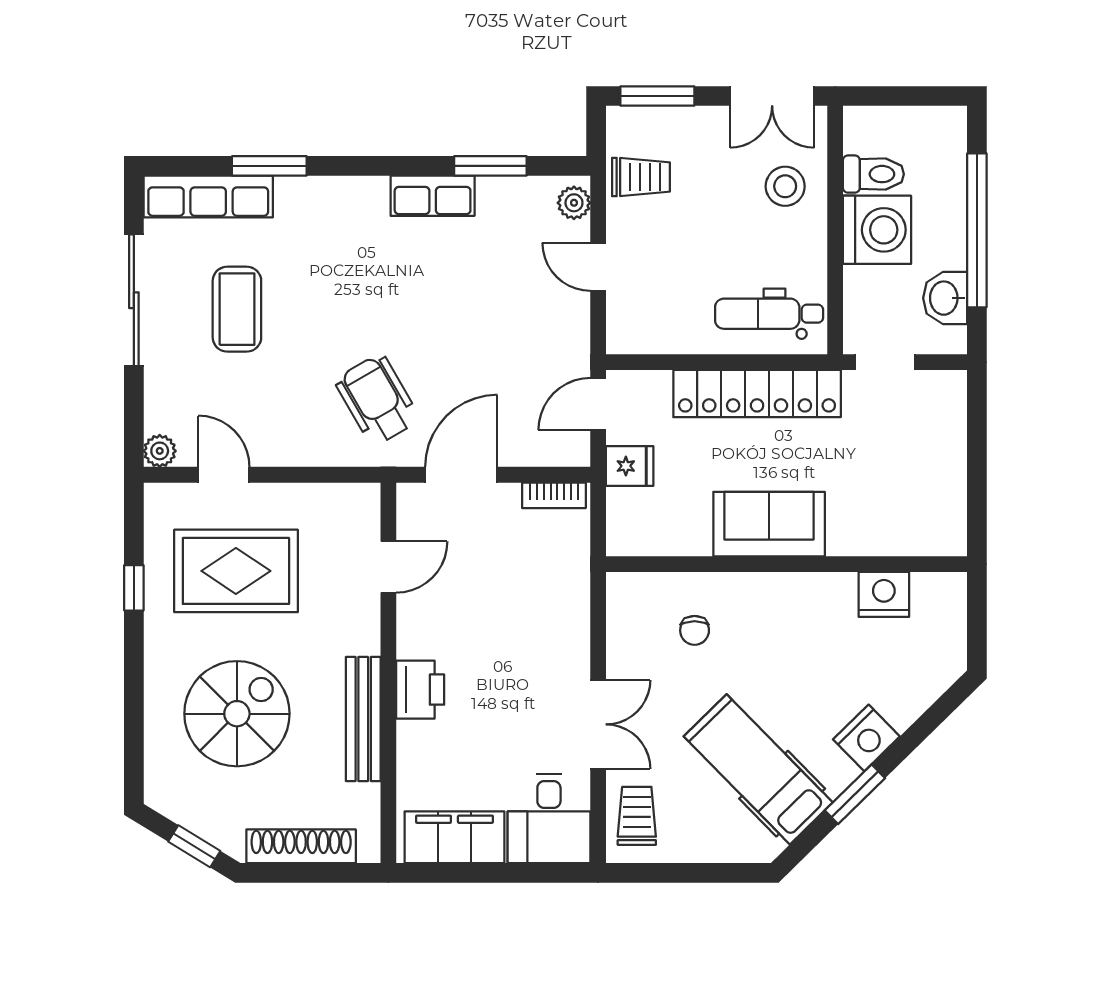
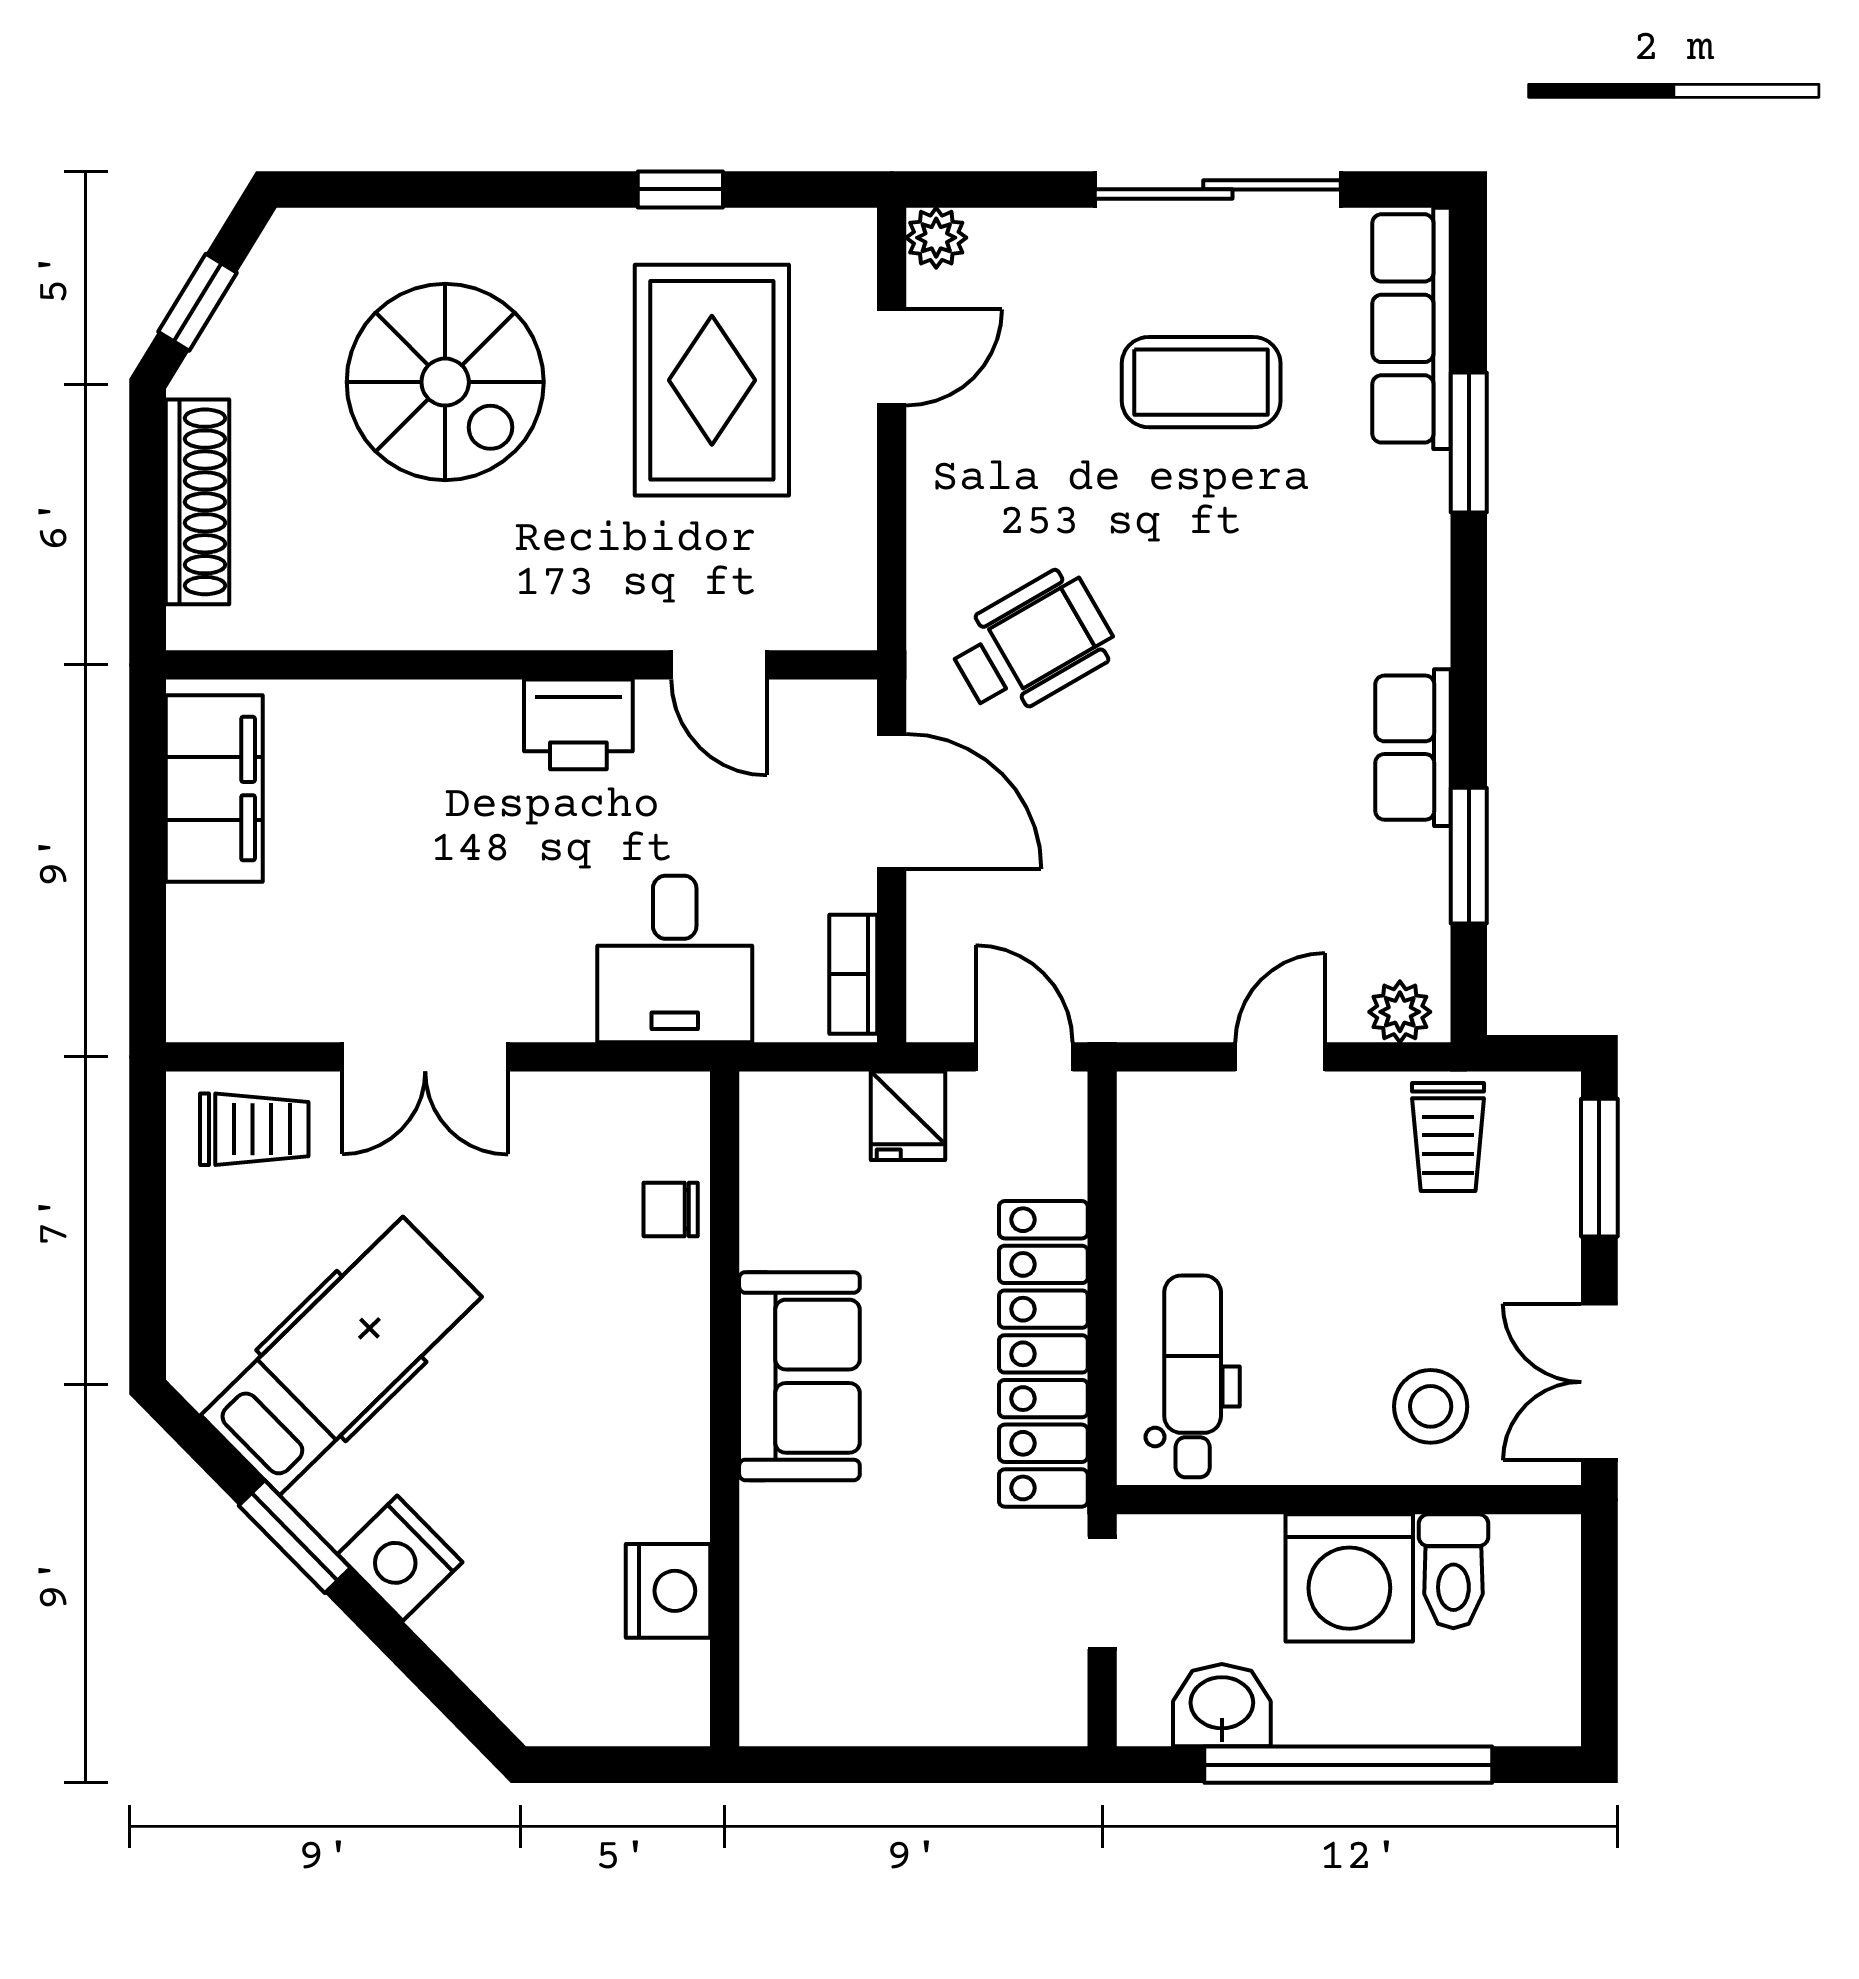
chair: (695, 630) -> (671, 1210), moved
printer: (420, 690) -> (578, 724), moved
bench: (363, 719) -> (435, 618), removed
desk: (549, 819) -> (675, 959), moved, turned -90

